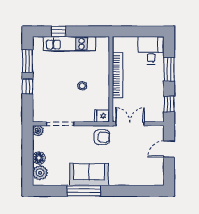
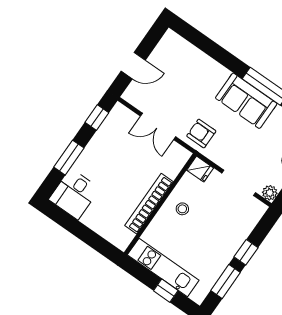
bookcase: (118, 75) -> (149, 204), moved
wall: (111, 79) -> (160, 204), moved
fridge: (102, 116) -> (200, 169), moved

